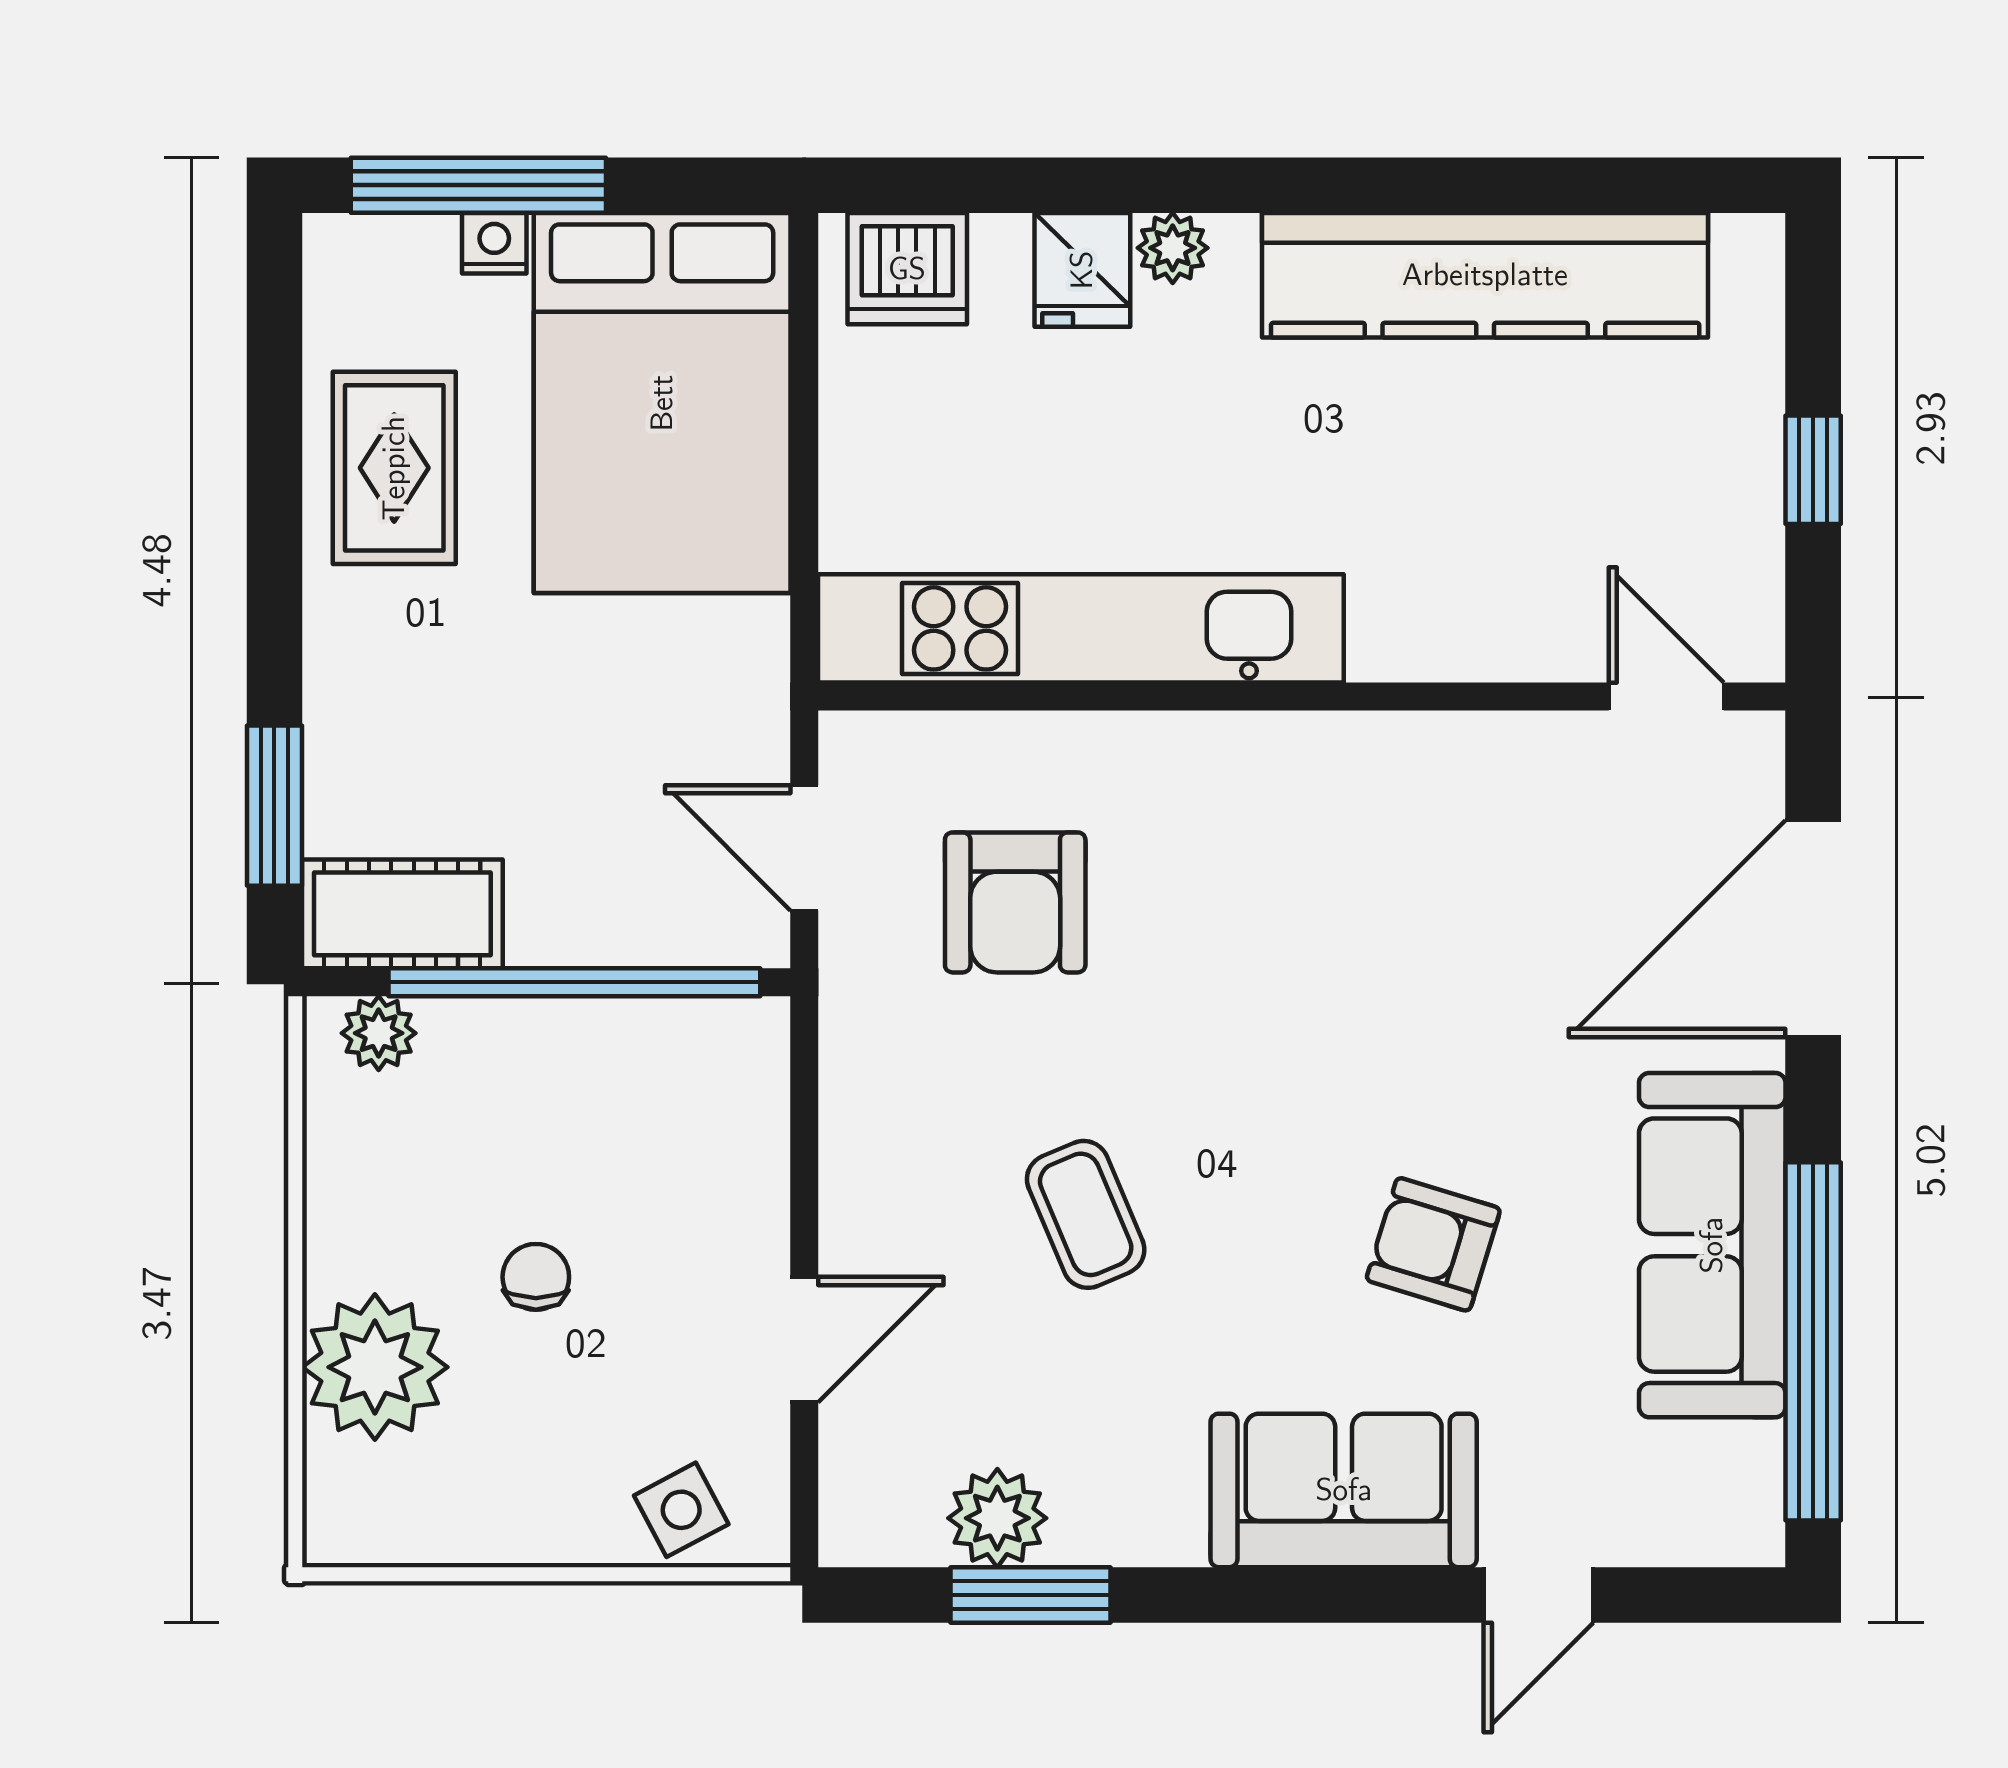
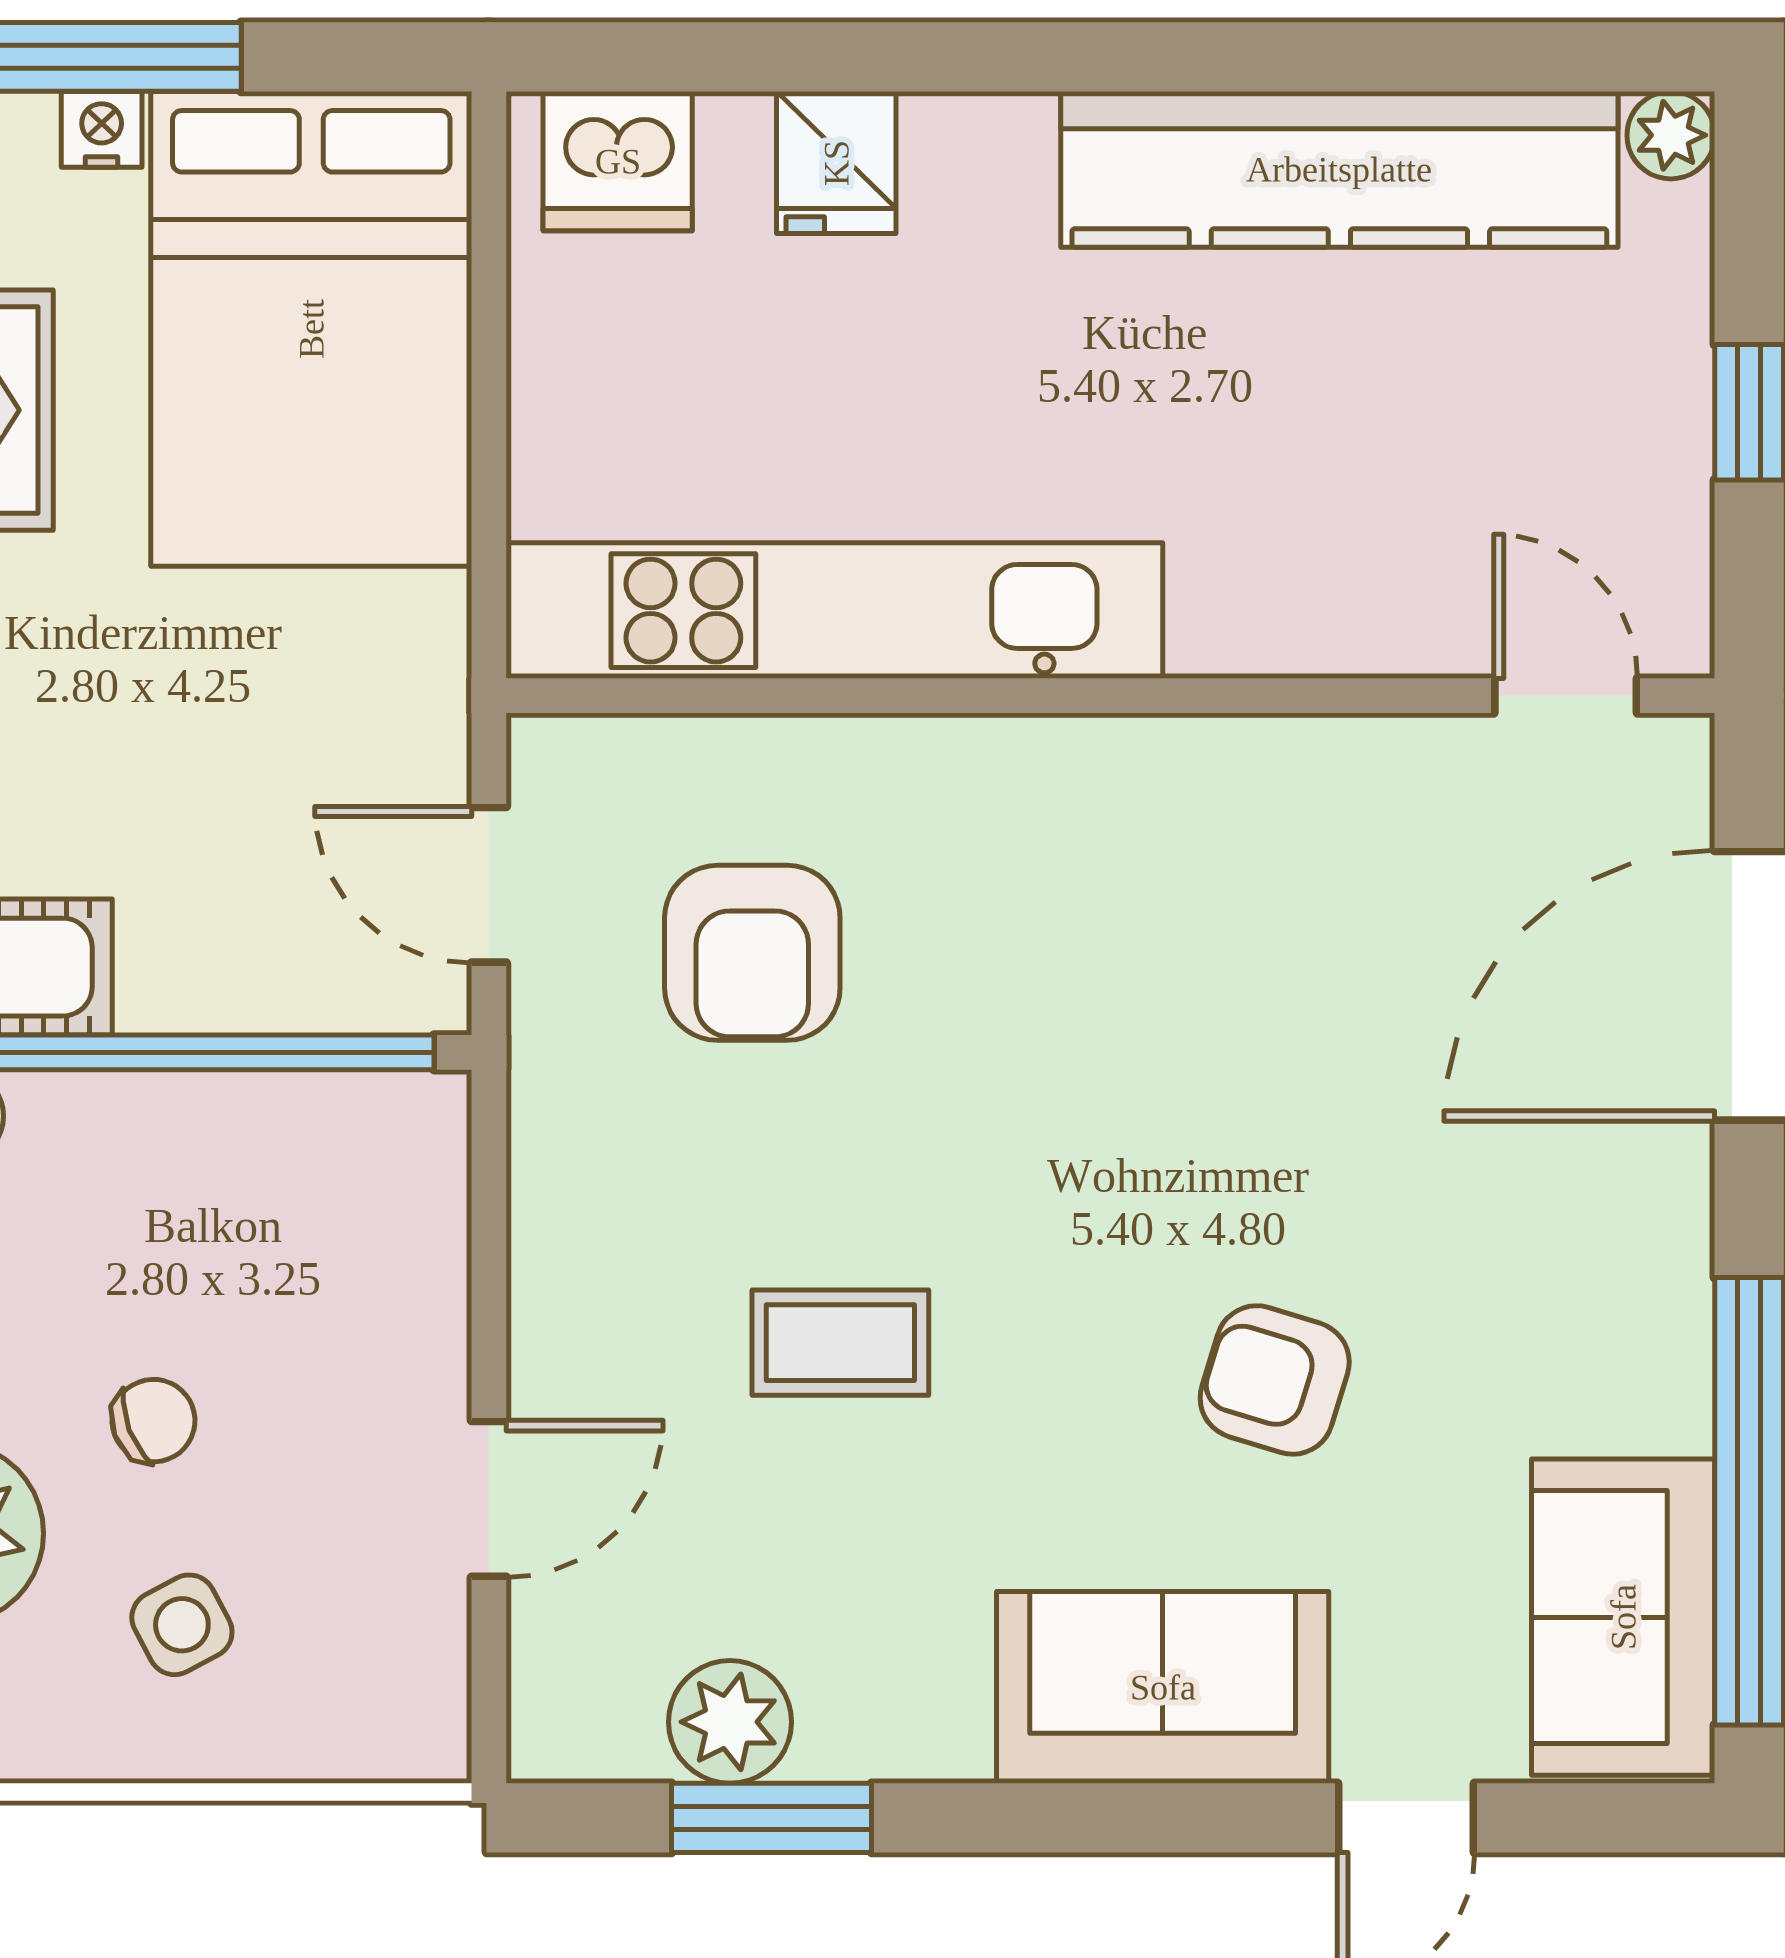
plant: (1173, 248) -> (1671, 135), moved
coffee table: (1086, 1214) -> (840, 1343), turned -67
sofa: (1712, 1245) -> (1623, 1617), moved, width x0.73
chair: (536, 1277) -> (153, 1421), turned 69
side table: (681, 1510) -> (182, 1625), moved

